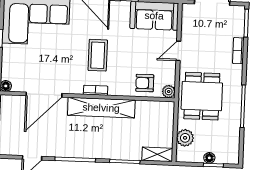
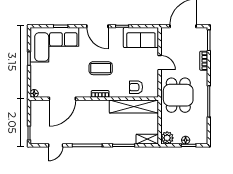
door: (178, 51) -> (160, 63), swing flipped
coffee table: (98, 55) -> (101, 68), turned 90
plant: (169, 92) -> (154, 93), removed
shelving: (101, 108) -> (134, 107), moved
plant: (185, 138) -> (167, 138), moved

